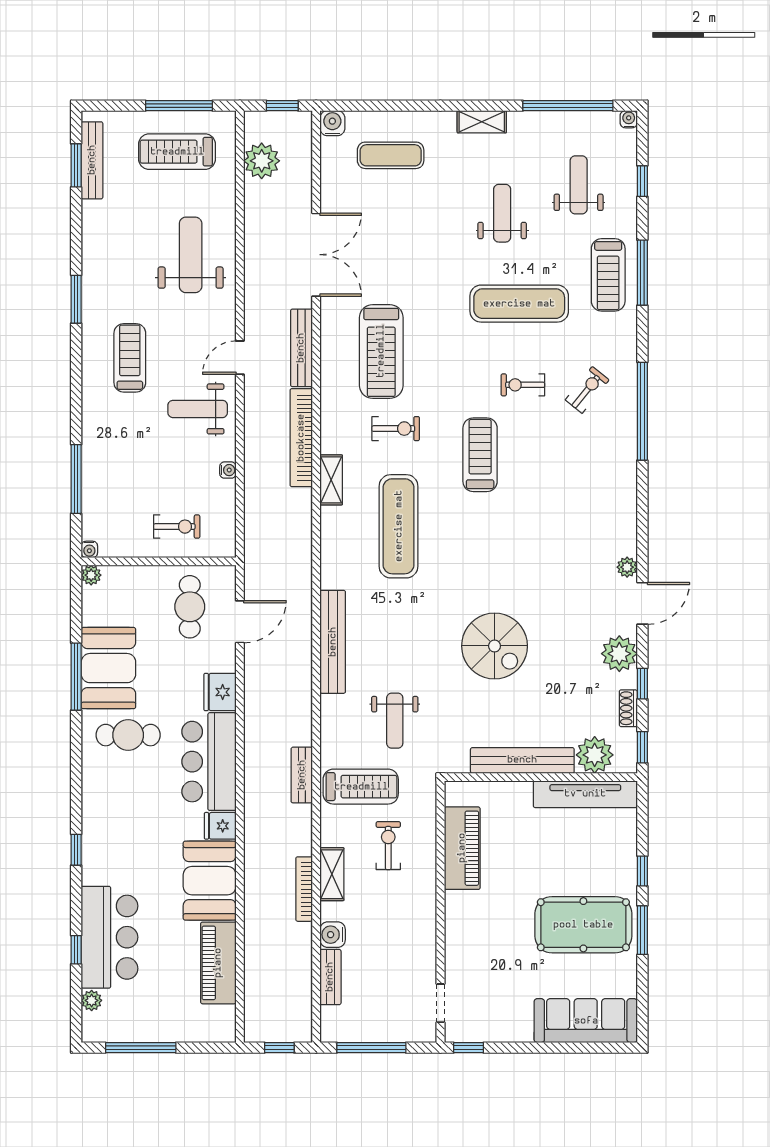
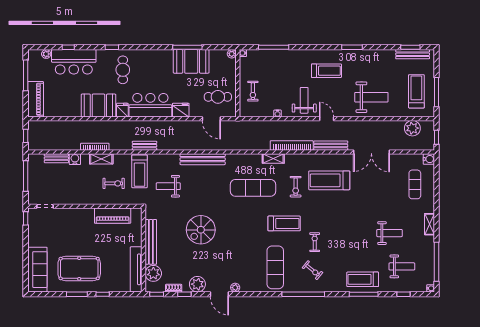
exercise mat: (519, 304) -> (275, 267), moved
cafe table: (128, 735) -> (123, 70), moved
pool table: (583, 925) -> (79, 269), turned 90
piano: (218, 963) -> (36, 99), moved, turned 90

